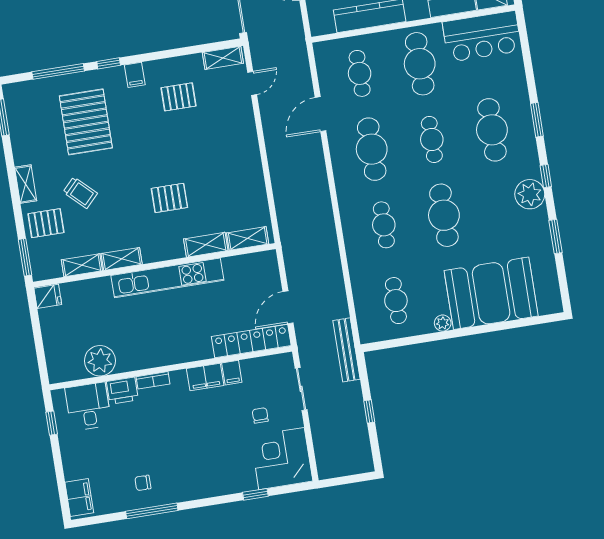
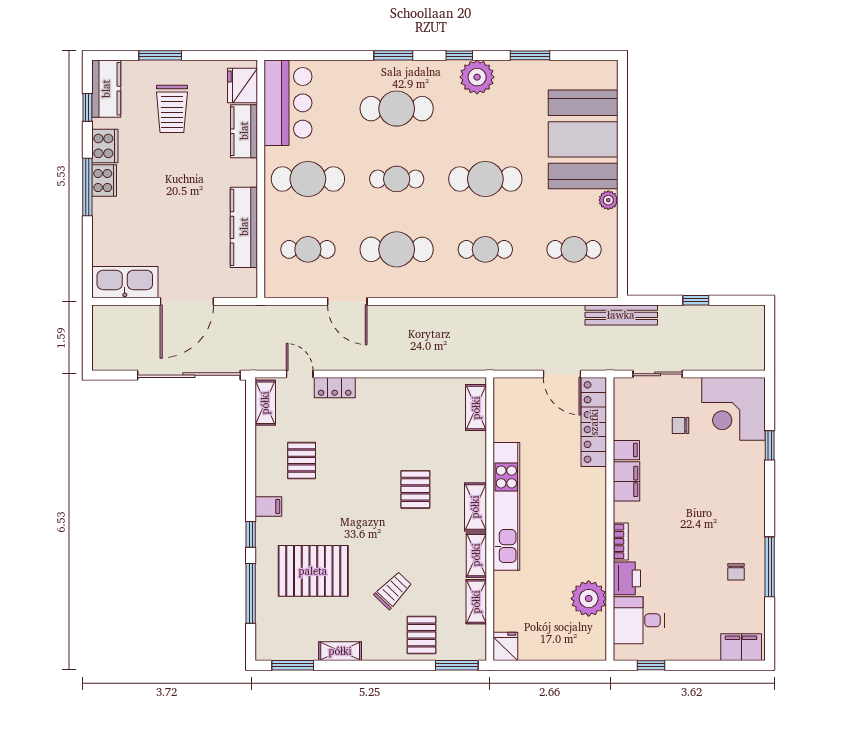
locker: (245, 115) -> (335, 388), added
shelving: (26, 184) -> (340, 651), moved
shelving: (206, 245) -> (475, 507), moved

